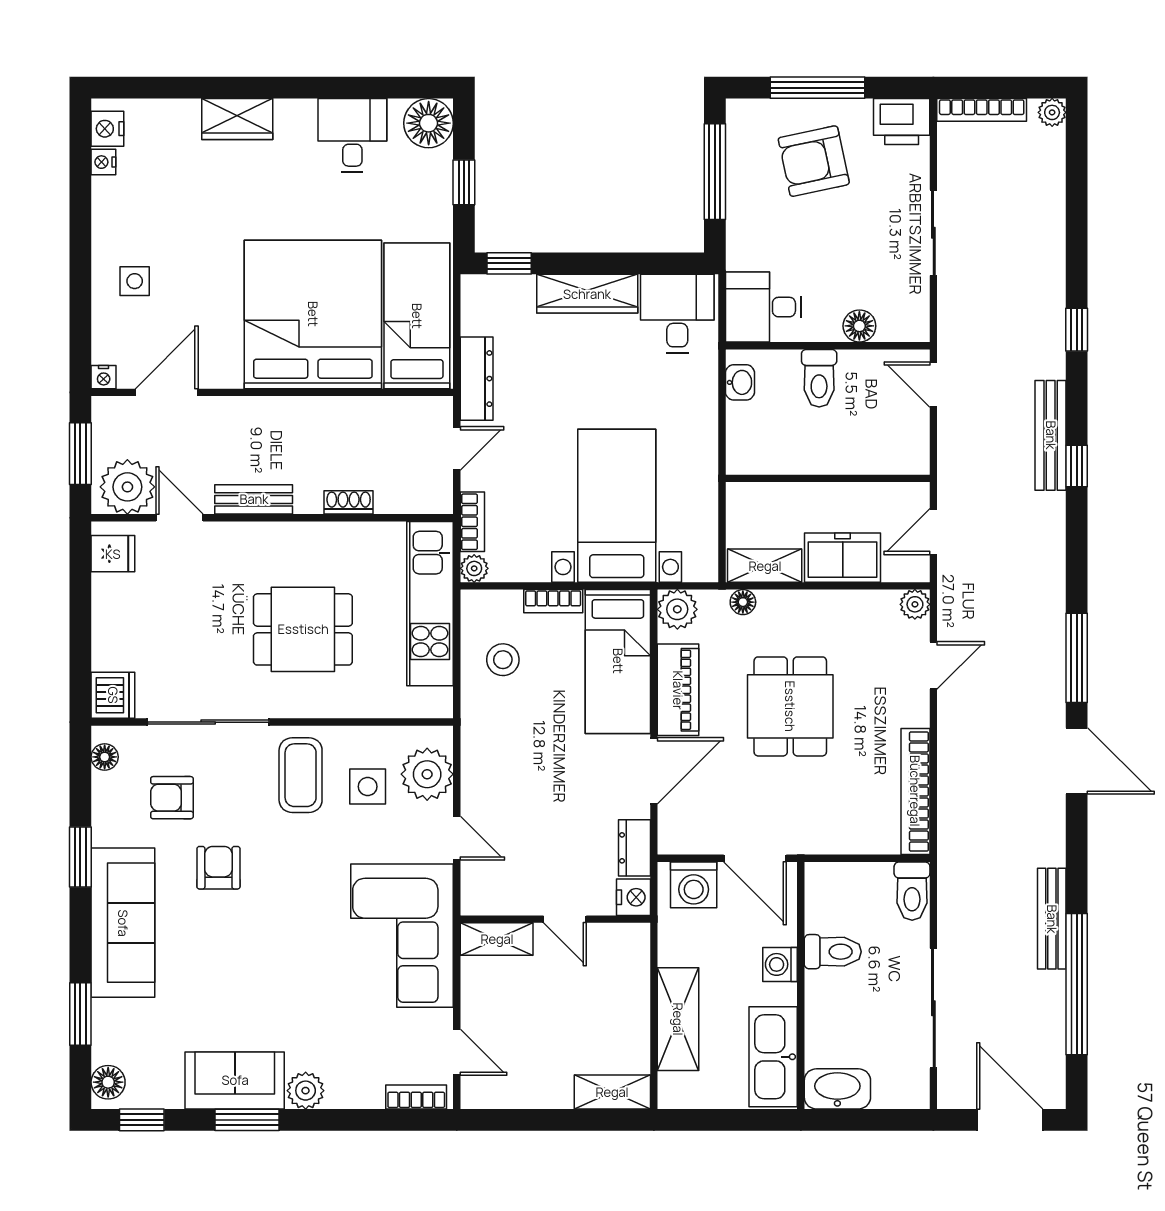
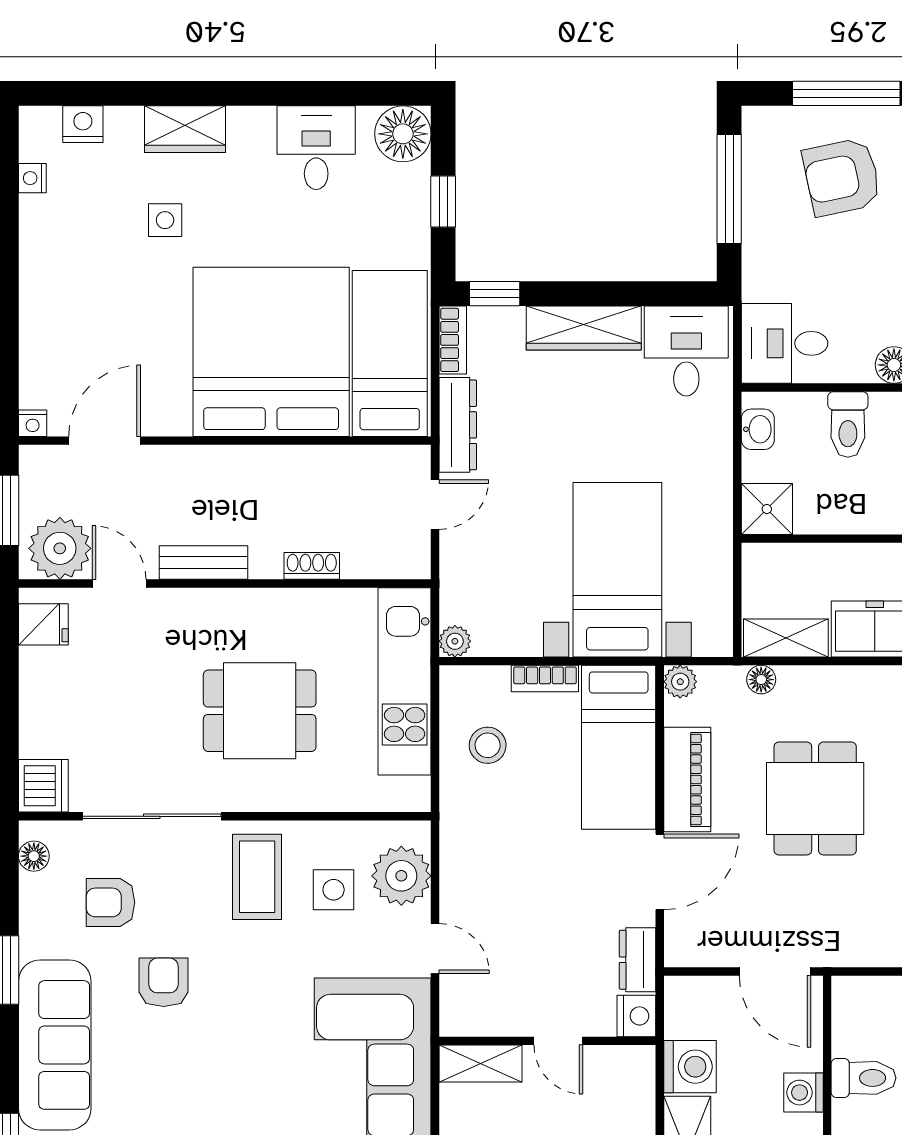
nightstand: (107, 129) -> (83, 124), moved, turned 90
side table: (135, 281) -> (165, 220), moved
shower: (748, 452) -> (767, 509), added
bookcase: (472, 522) -> (453, 340), moved
plant: (677, 609) -> (680, 682), width x0.73, depth x0.73
washing machine: (694, 885) -> (690, 1067), moved, turned -90

